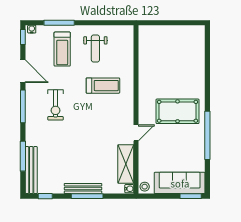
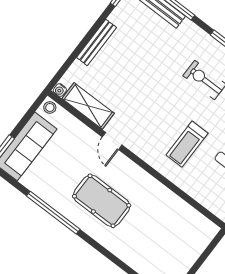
pool table: (178, 111) -> (102, 201), turned 90
window: (87, 196) -> (85, 41), removed

